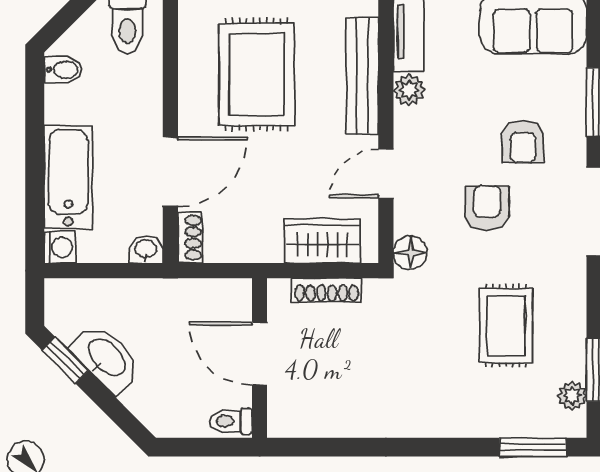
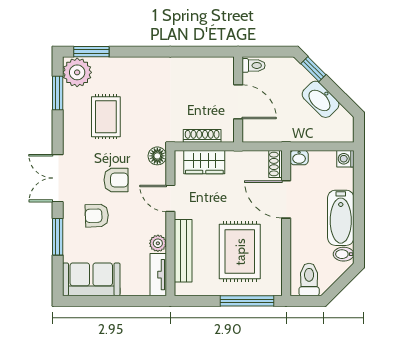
armchair: (523, 141) -> (97, 216), turned -92
door: (170, 172) -> (286, 199), hinge flipped
door: (386, 173) -> (170, 198), swing flipped
bathtub: (68, 177) -> (341, 218), moved
armchair: (487, 208) -> (116, 180), turned -90
window: (65, 360) -> (313, 69), moved
plant: (572, 396) -> (77, 72), width x1.87, depth x1.87

